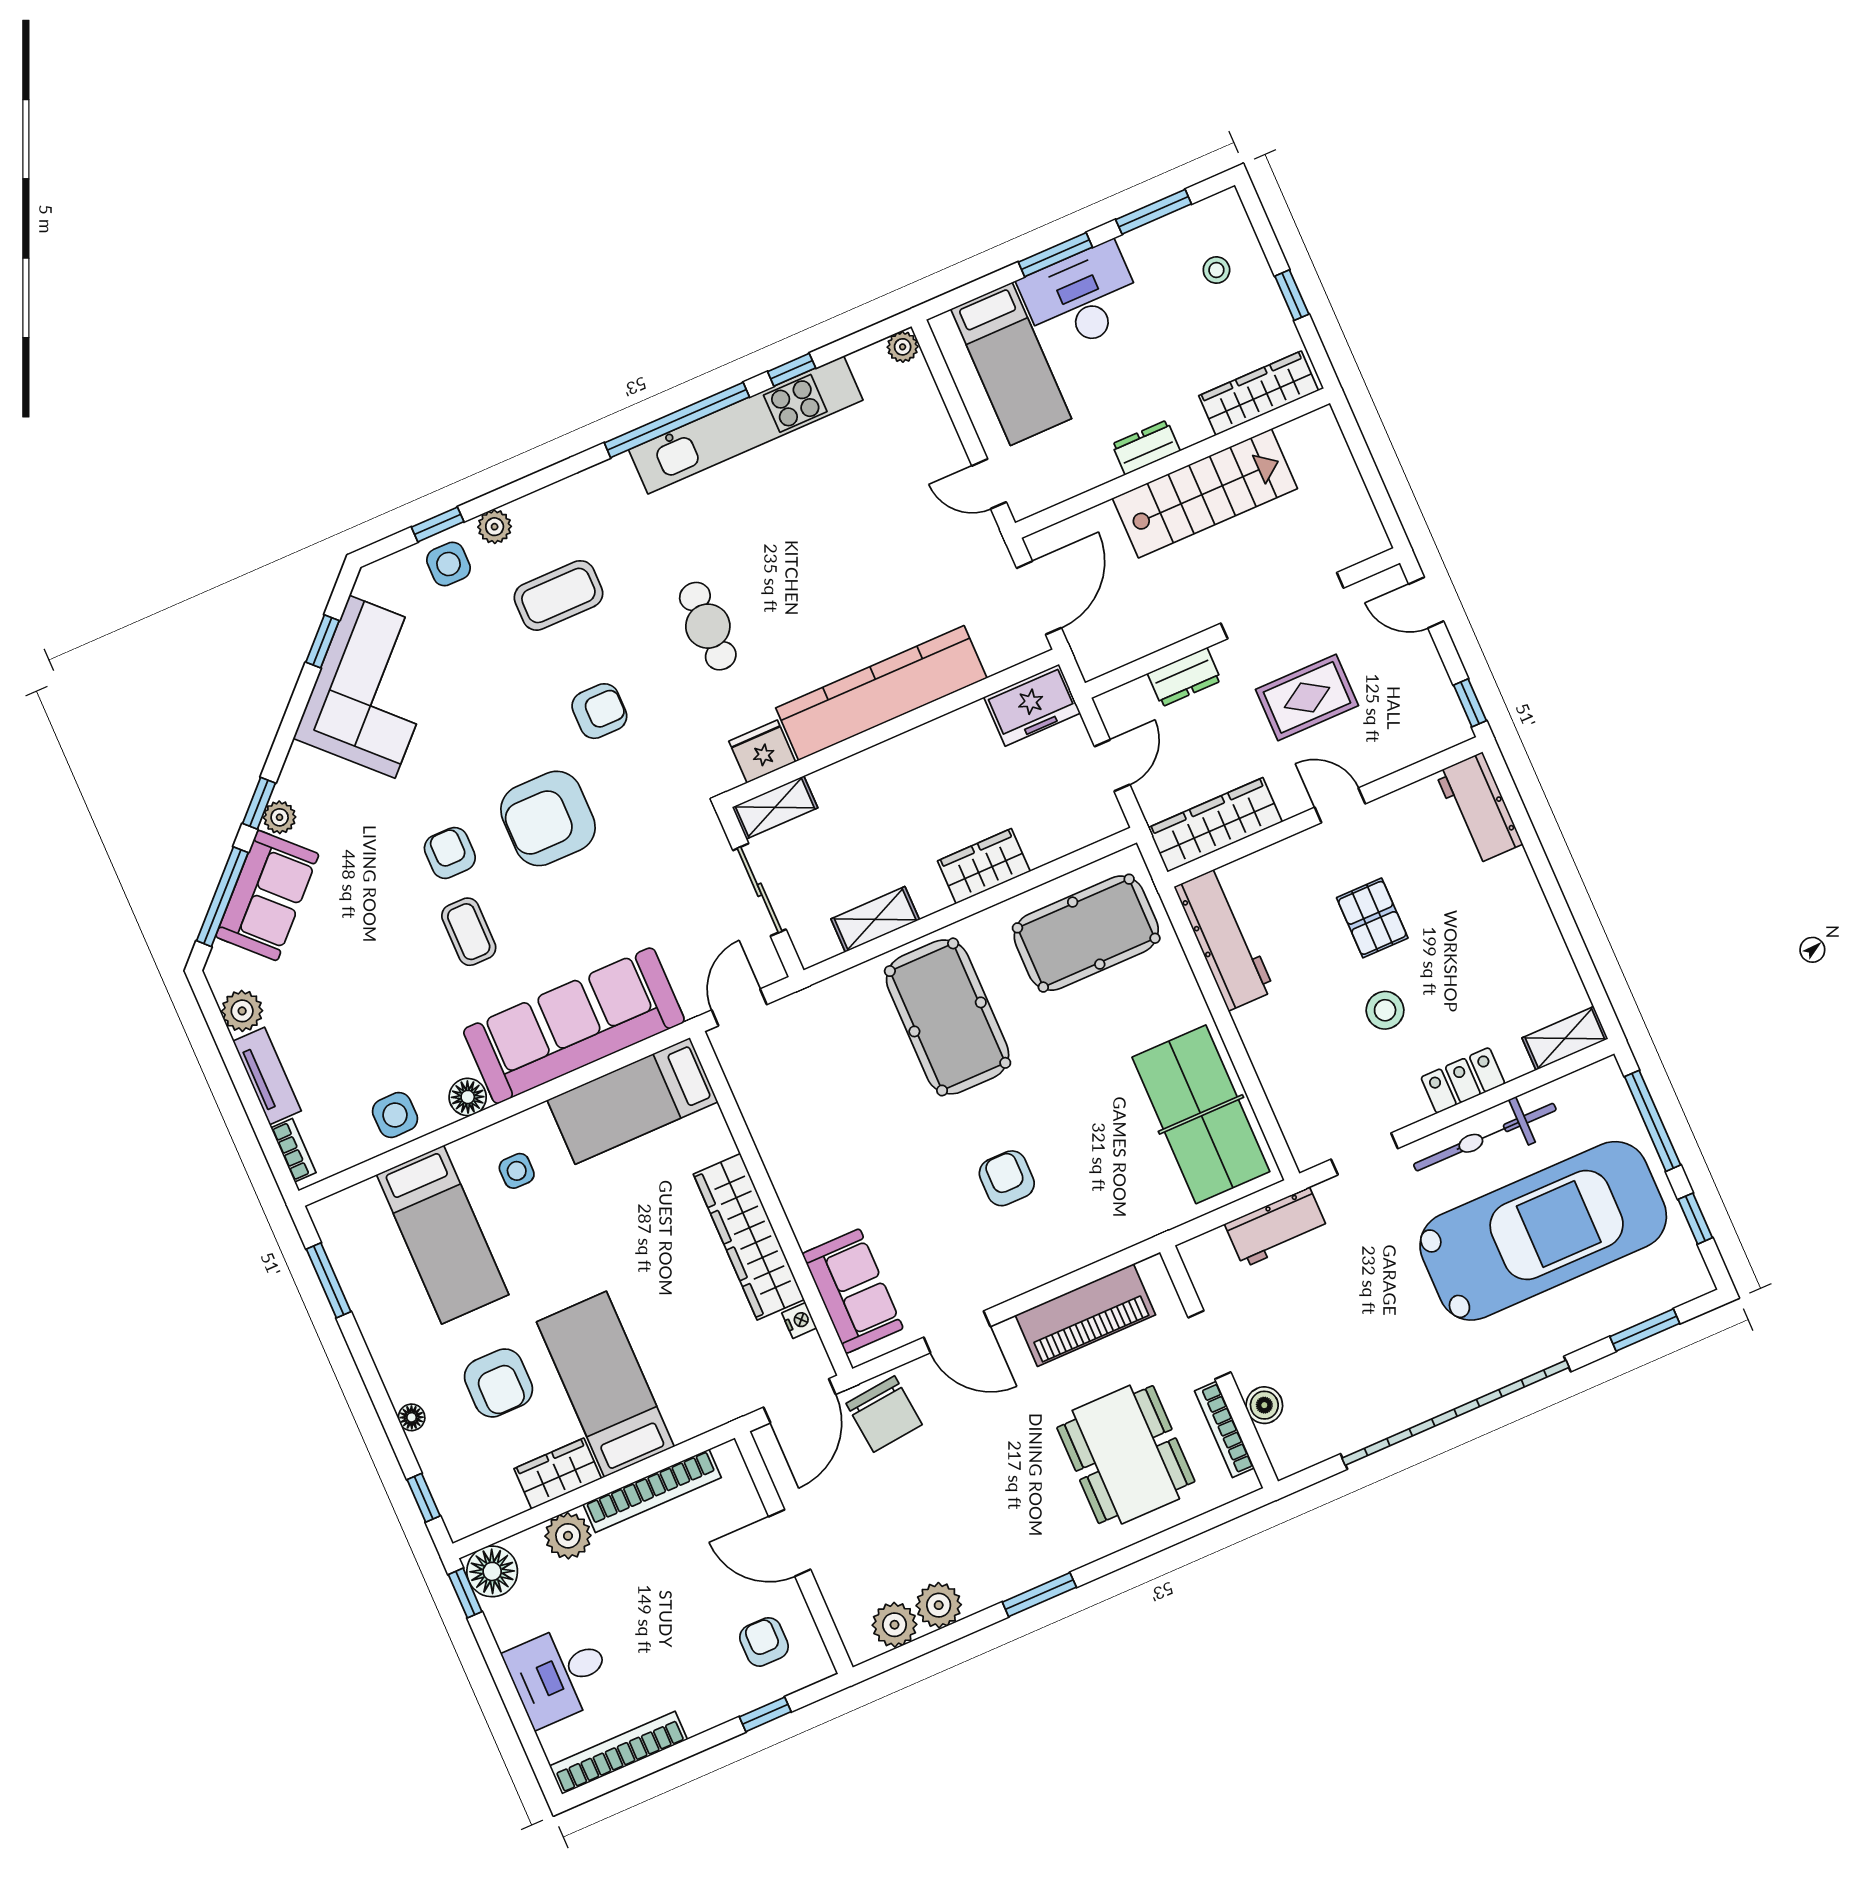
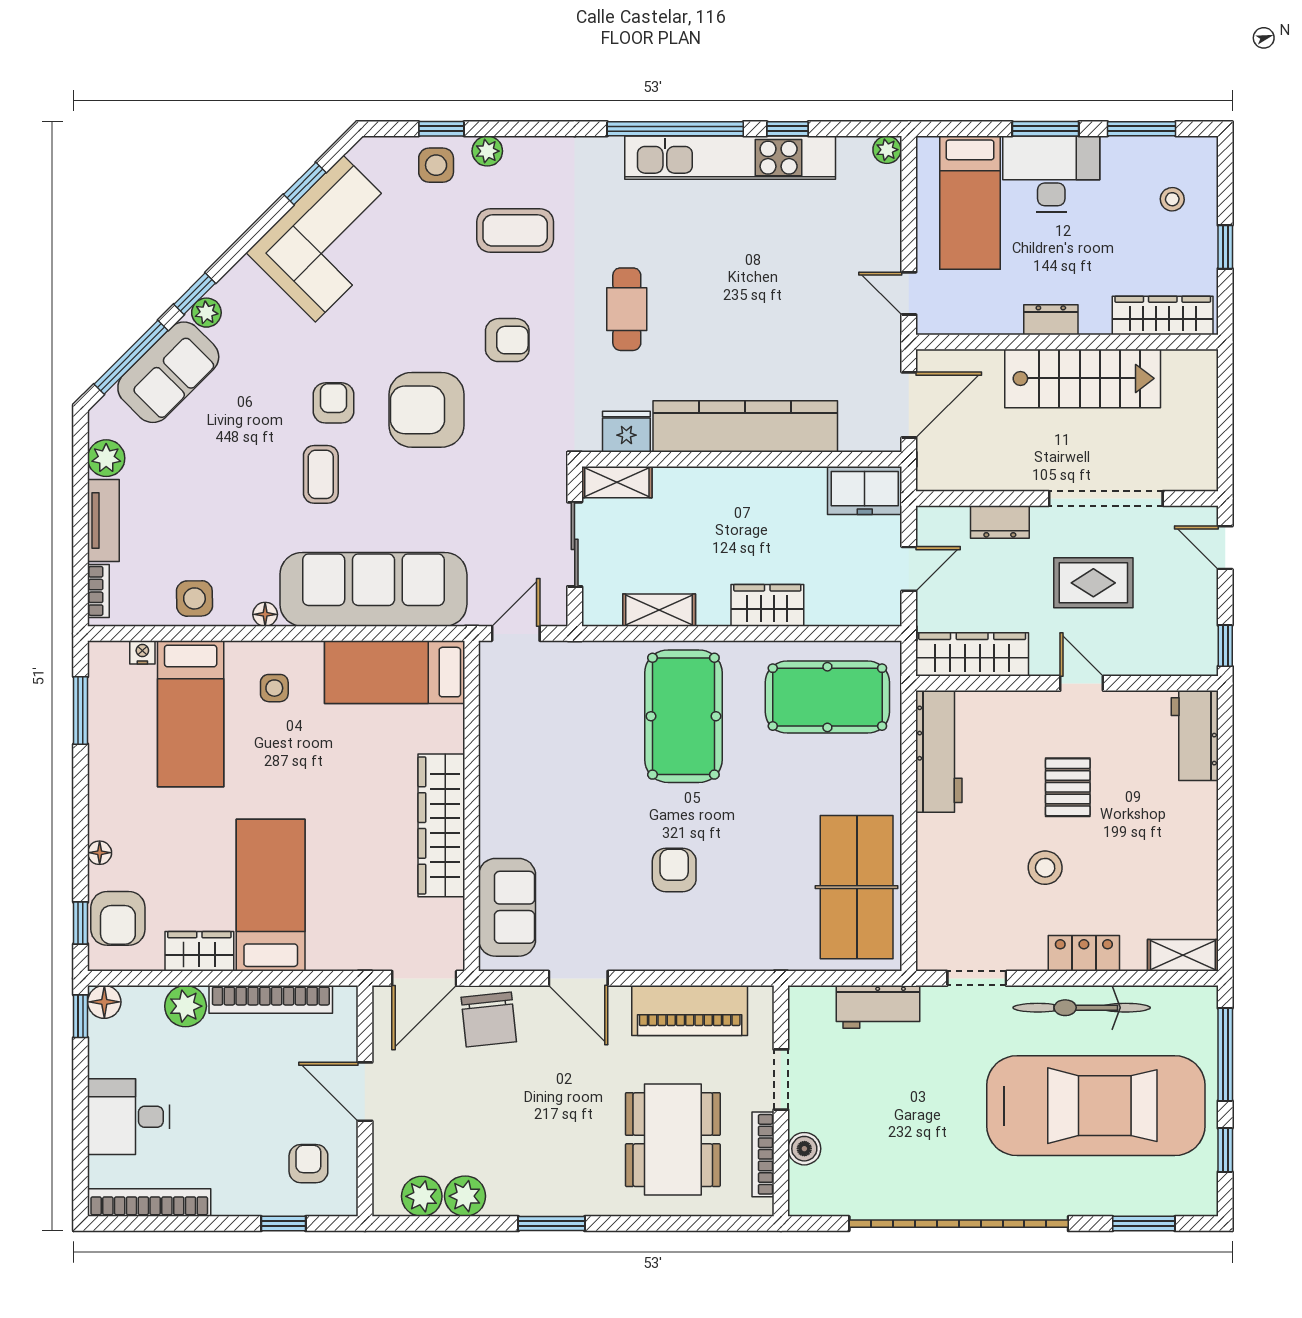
floor lamp: (468, 1097) -> (265, 614), width x0.73, depth x0.73
nightstand: (799, 1320) -> (142, 652), moved, turned -90
armchair: (498, 1383) -> (118, 918), moved
floor lamp: (492, 1571) -> (104, 1002), width x0.73, depth x0.73

